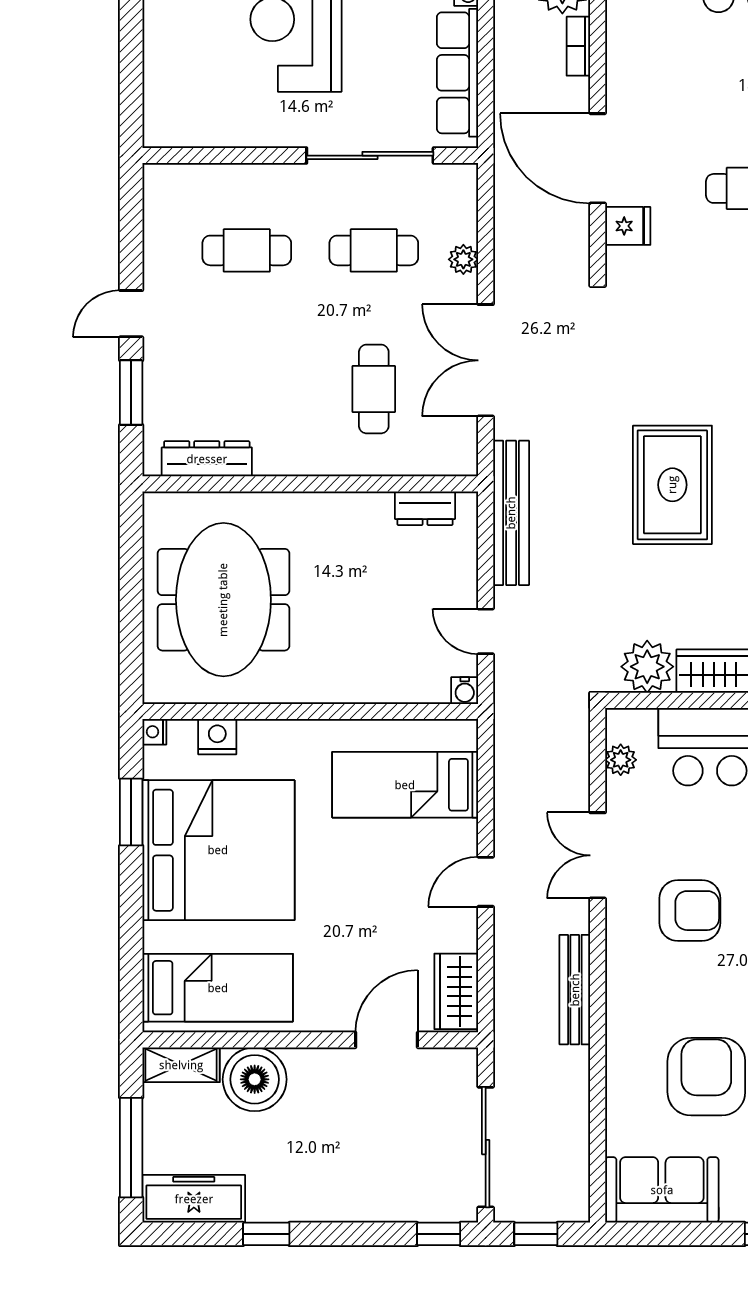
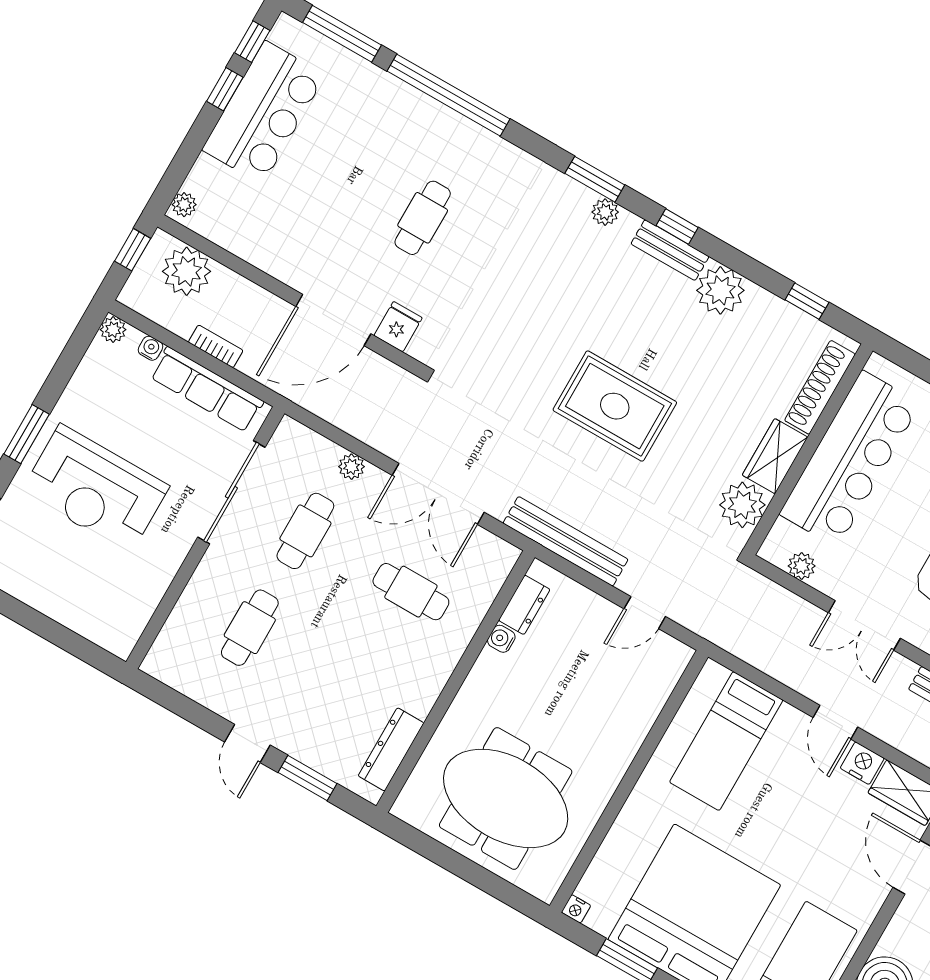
bookcase: (578, 46) -> (216, 346), moved, turned 180
water cooler: (465, 691) -> (501, 639), moved, turned 180
nightstand: (217, 737) -> (862, 763), moved, turned 90

